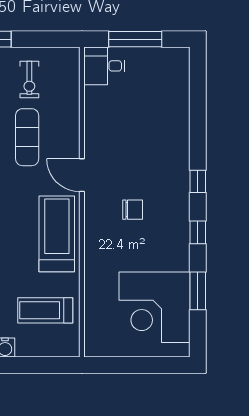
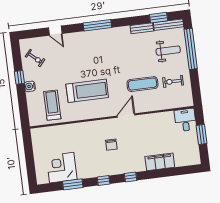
window: (135, 39) -> (201, 135), width x0.69
filing cabinet: (176, 123) -> (160, 162), added
treadmill: (57, 234) -> (87, 91), moved
corner desk: (154, 307) -> (62, 168), width x0.74, depth x0.74

